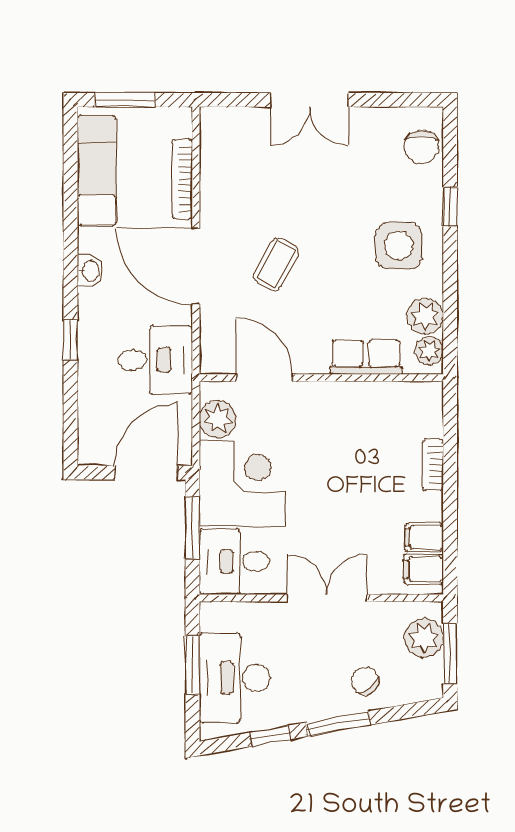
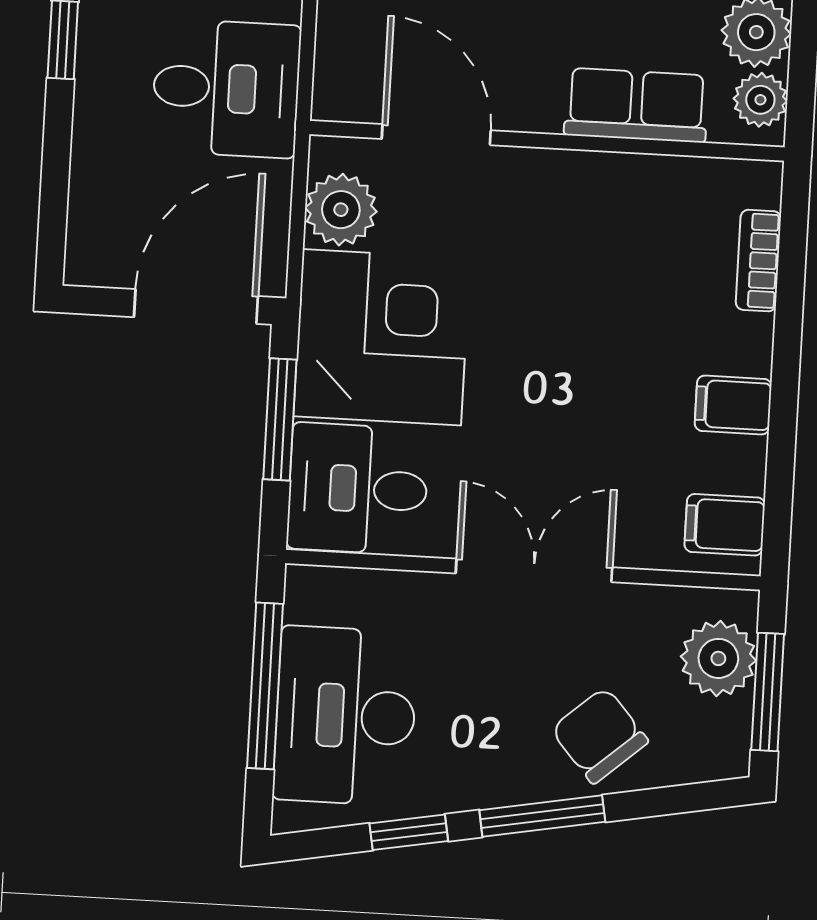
bookcase: (433, 465) -> (758, 261), moved
filing cabinet: (424, 537) -> (733, 405), moved
window: (192, 665) -> (265, 686), width x1.44
chair: (365, 681) -> (599, 735), width x1.37, depth x1.37

